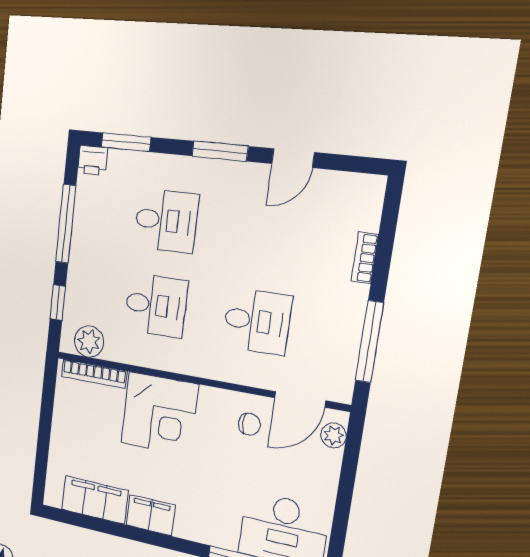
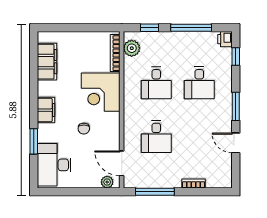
window: (126, 142) -> (236, 56), width x0.67
chair: (249, 424) -> (84, 129), moved
filing cabinet: (151, 515) -> (46, 110), moved

